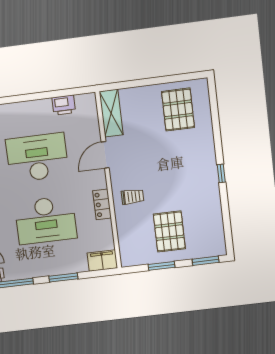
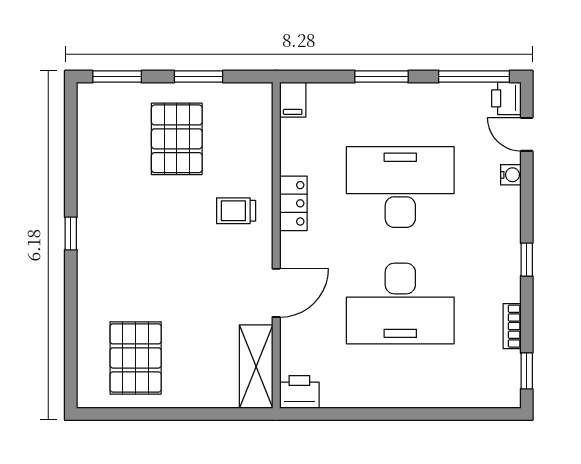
printer: (64, 105) -> (299, 392), moved
filing cabinet: (102, 260) -> (293, 100), width x0.50

